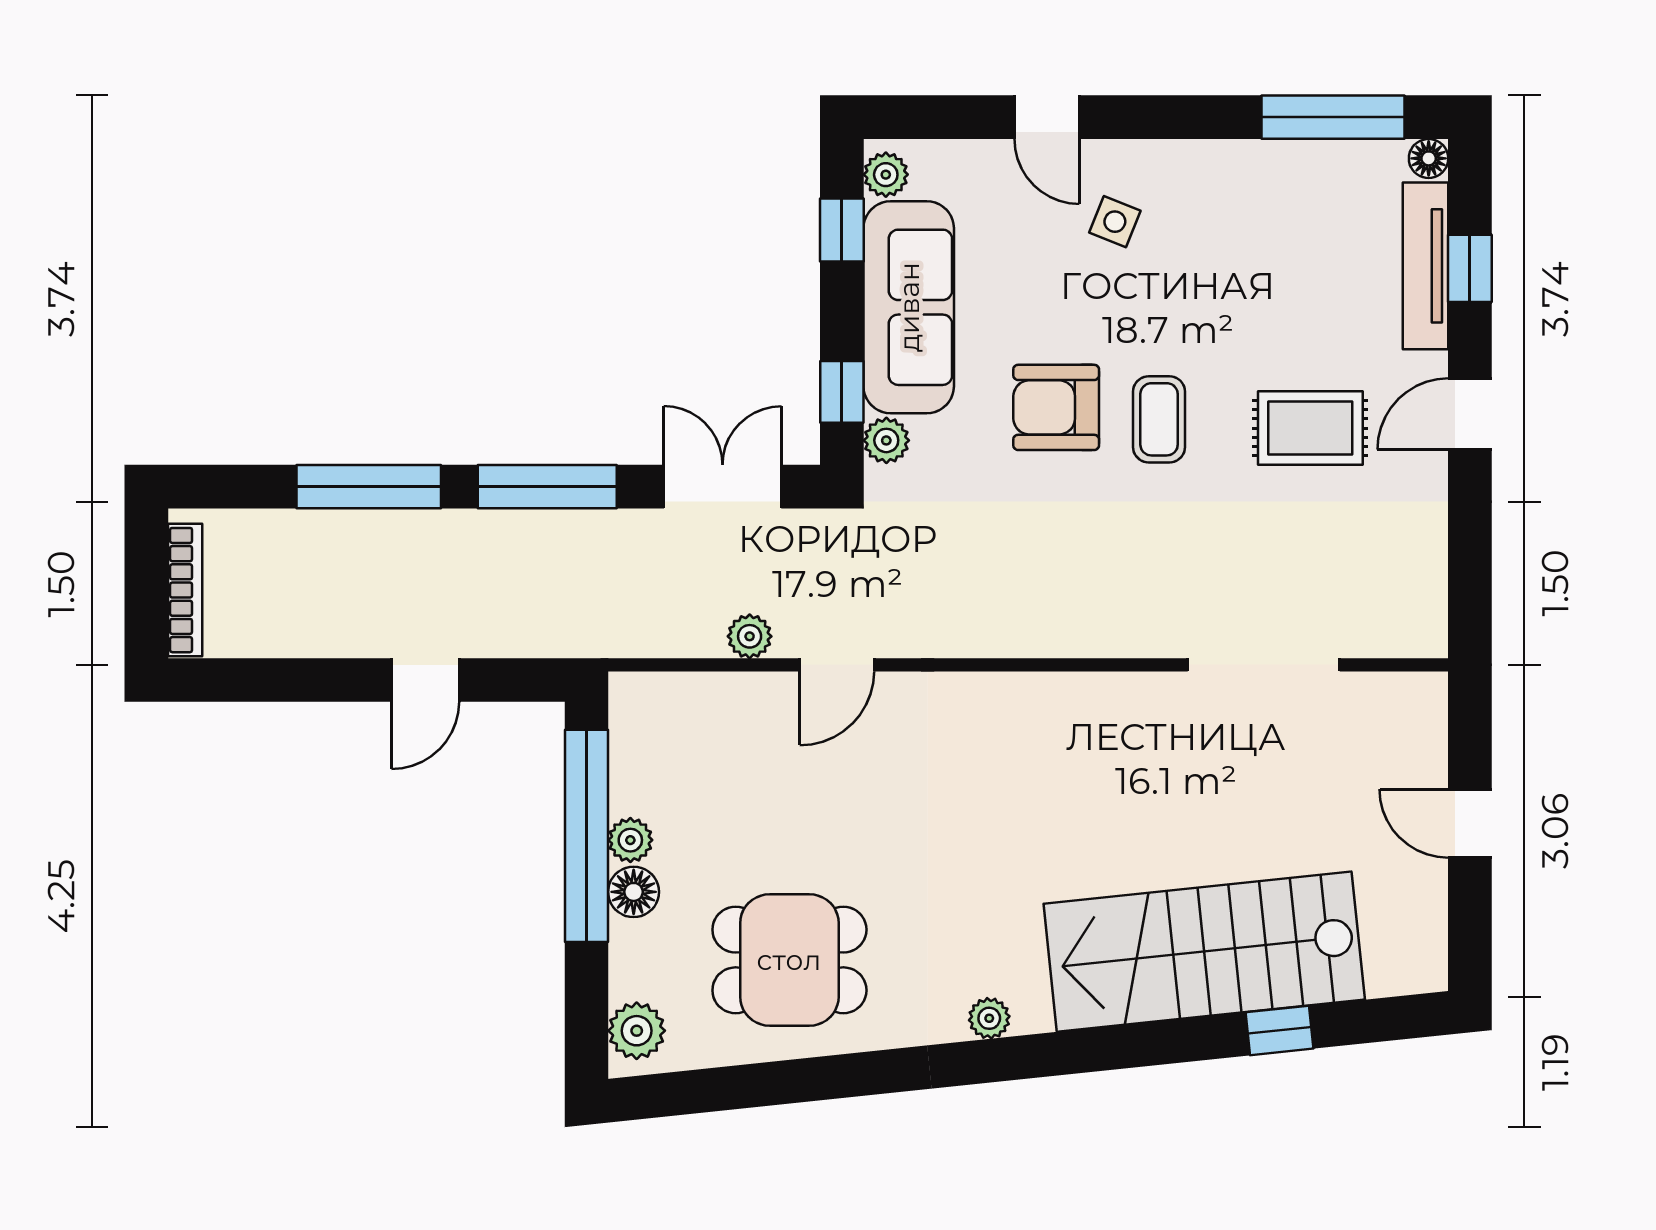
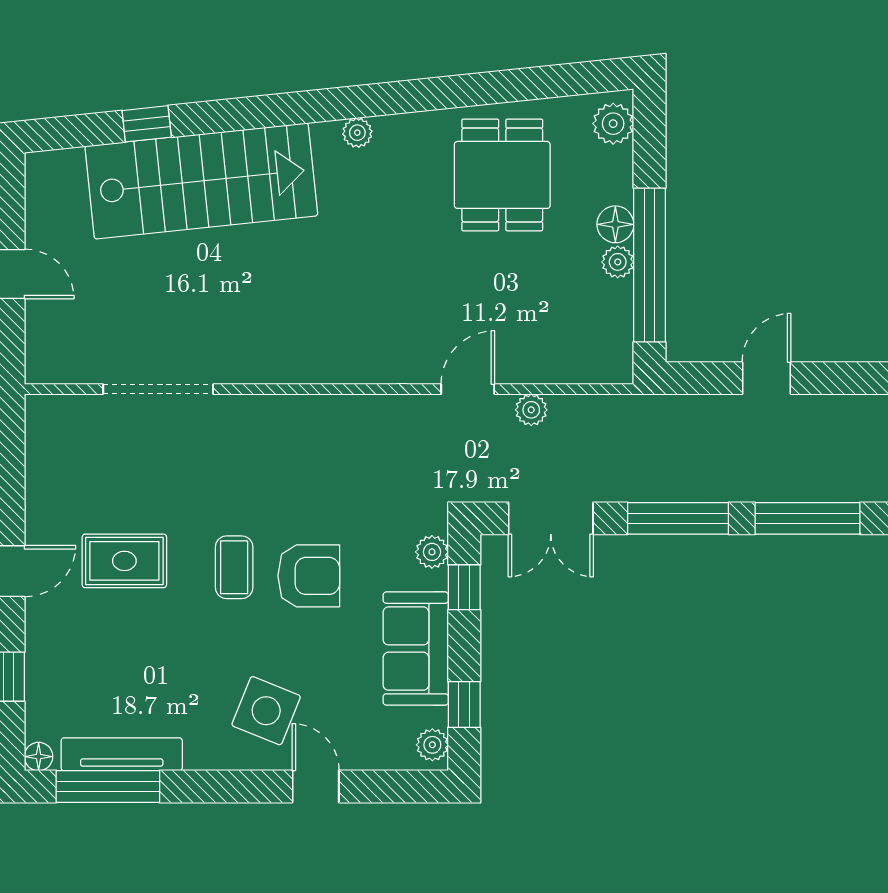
side table: (1115, 222) -> (266, 711), width x1.87, depth x1.87
tv unit: (1426, 266) -> (122, 754), moved, turned -90
sofa: (909, 307) -> (416, 649), width x0.73
dining table: (789, 960) -> (502, 175), turned 90

